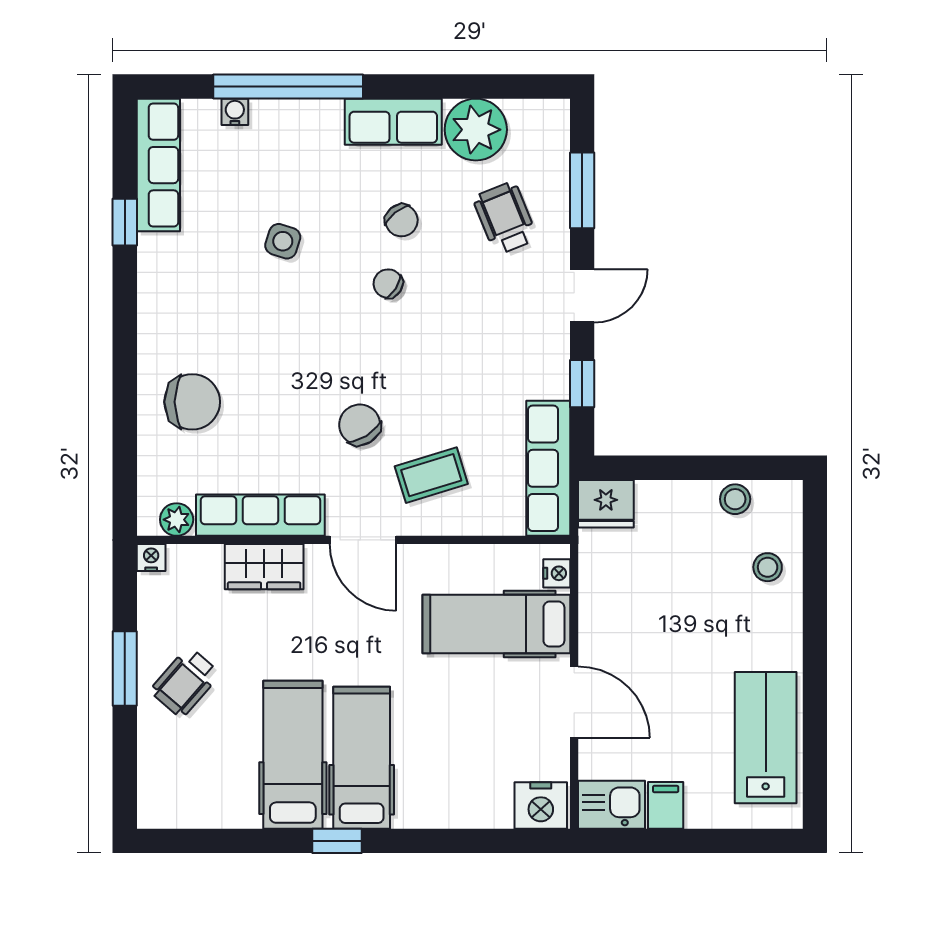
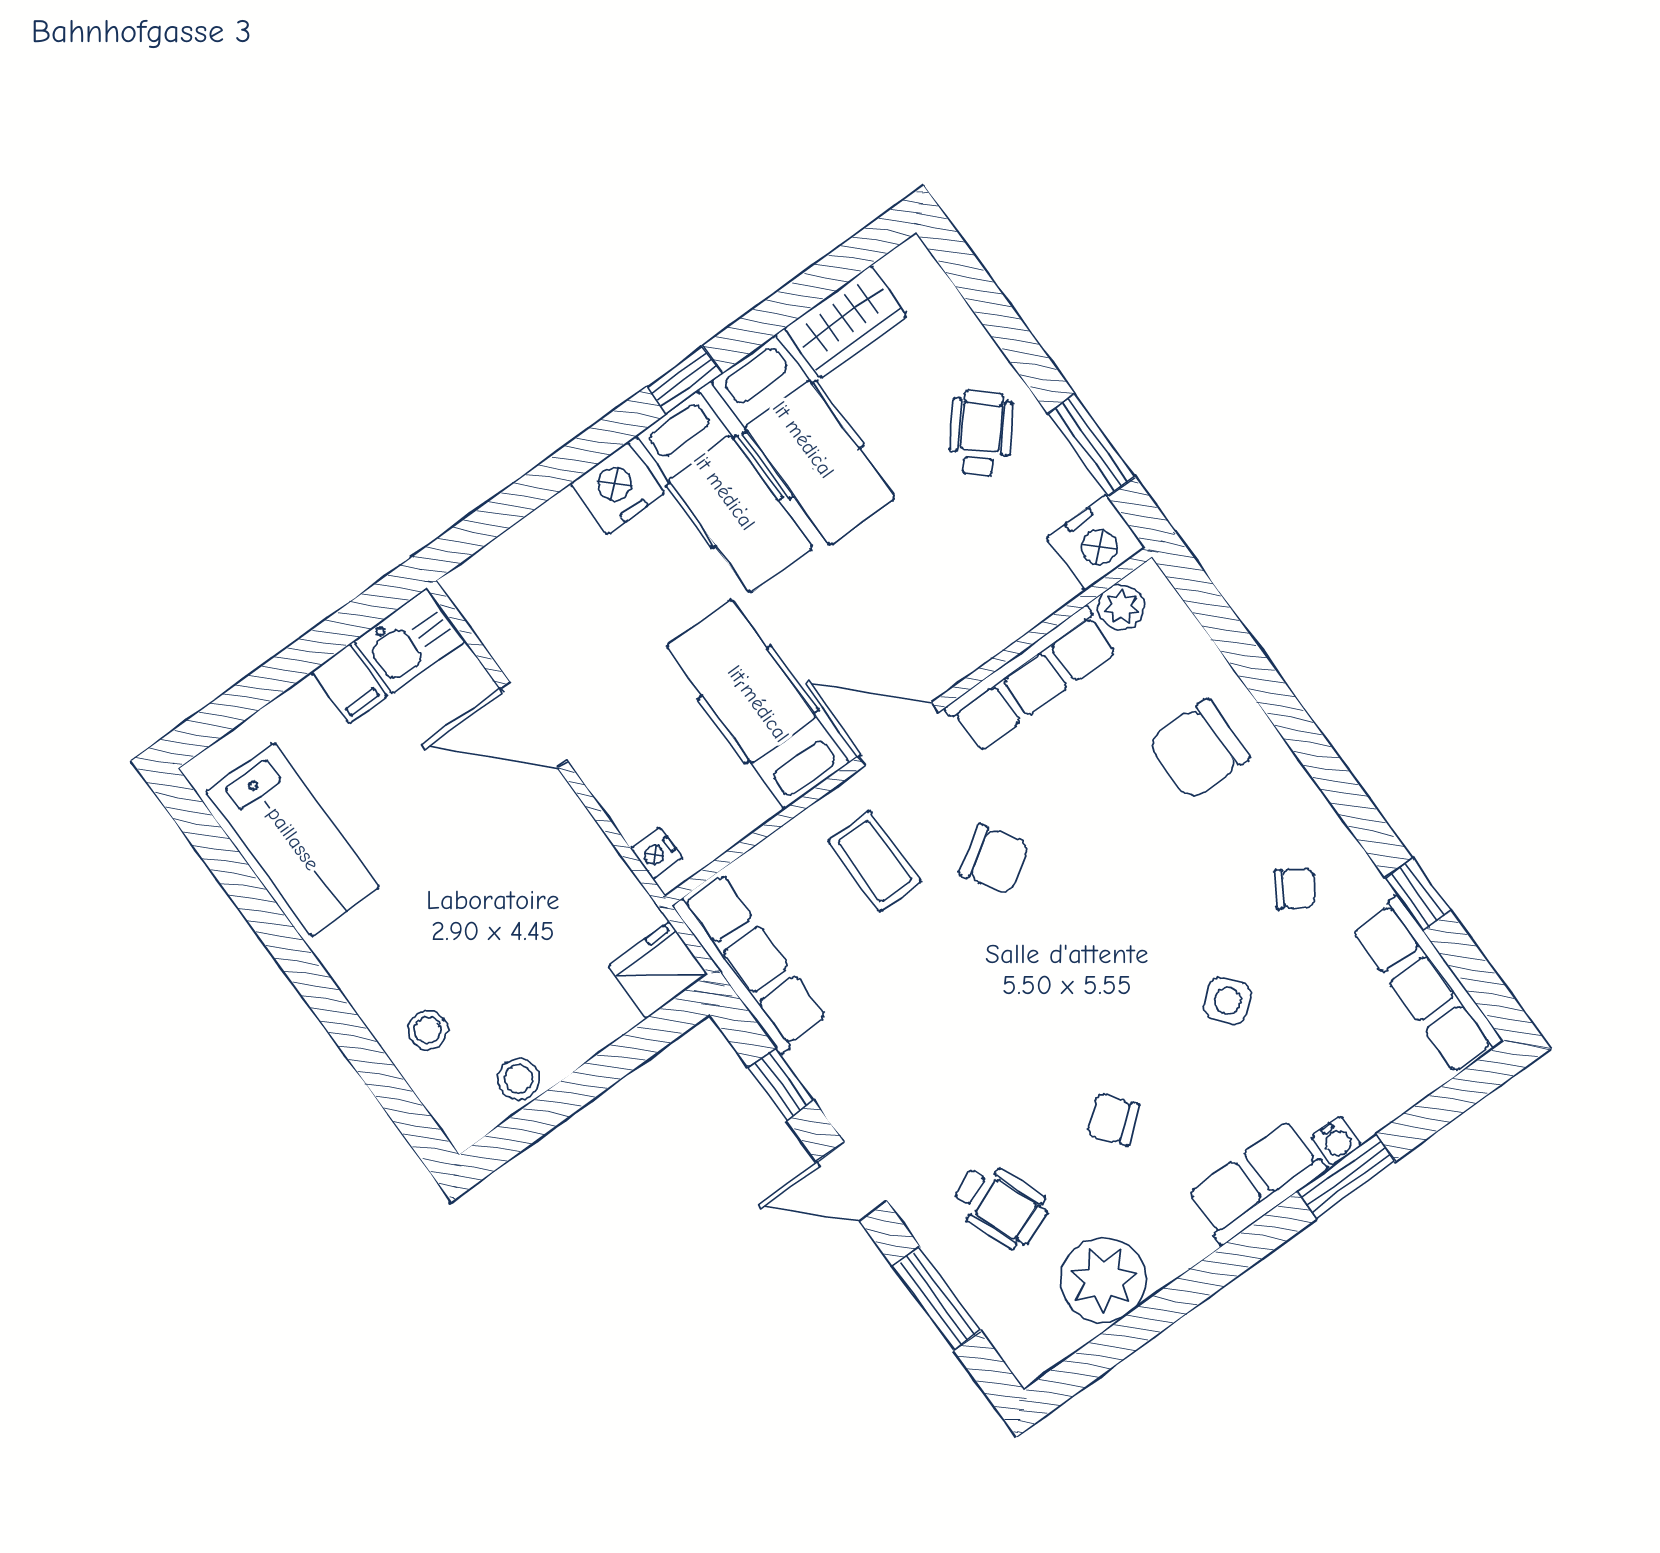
window: (288, 87) -> (1346, 1177), width x0.47
water cooler: (235, 112) -> (1336, 1141), moved
row of seats: (393, 122) -> (1257, 1182), moved
side table: (283, 241) -> (1228, 1001), turned 33
chair: (388, 284) -> (1295, 888), moved
door: (582, 296) -> (852, 1182), hinge flipped
coffee table: (431, 475) -> (875, 861), turned -73
nightstand: (151, 558) -> (1096, 543), width x1.89, depth x1.79
wardrobe: (264, 567) -> (846, 322), moved, turned 180
hospital bed: (496, 624) -> (758, 704), moved, turned -90
window: (125, 669) -> (1091, 445), moved
nightstand: (541, 806) -> (618, 488), moved

